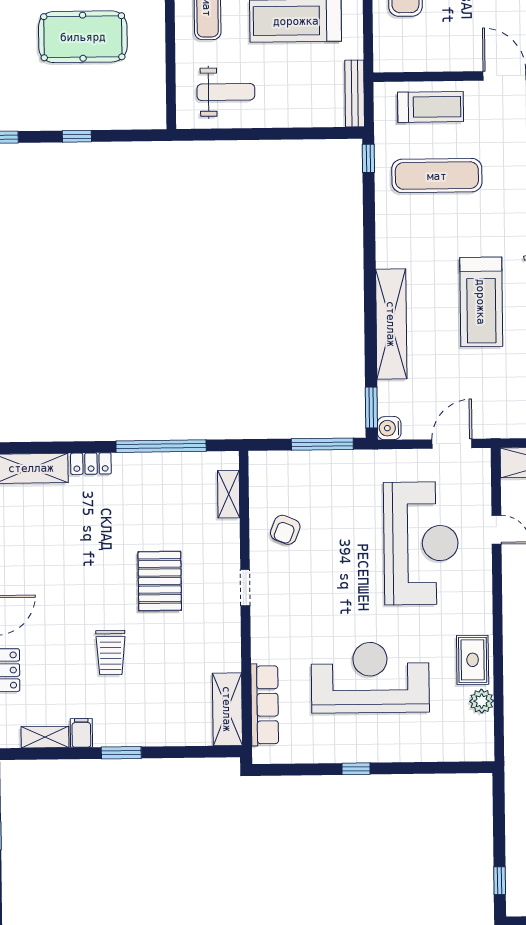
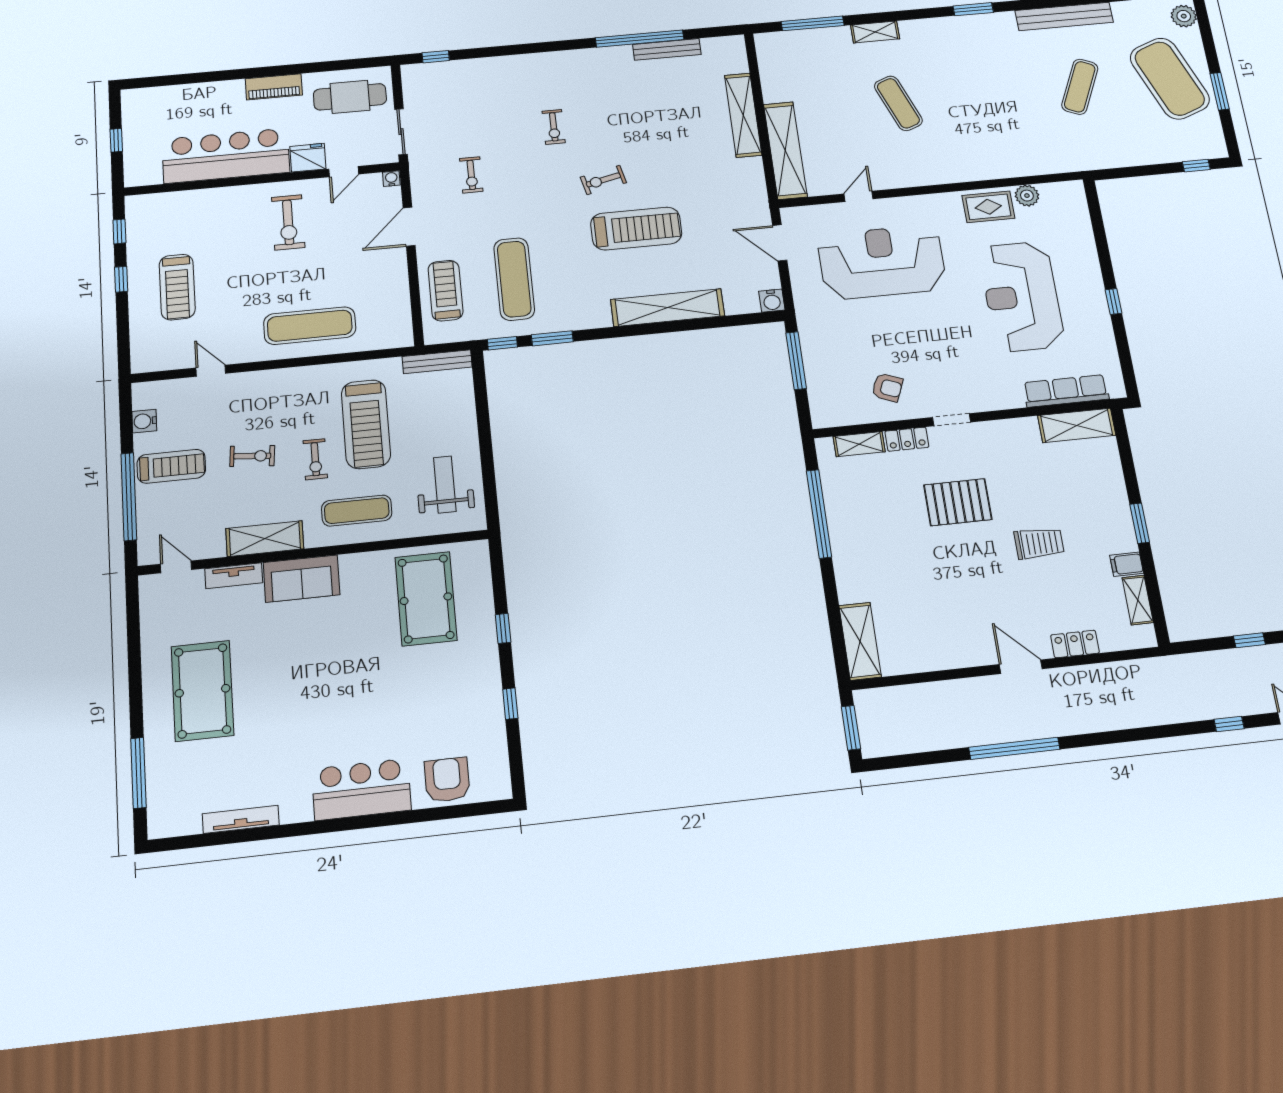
pool table: (83, 37) -> (426, 599), moved
window: (371, 408) -> (552, 338), moved
locker: (91, 464) -> (907, 439), moved, turned 90

